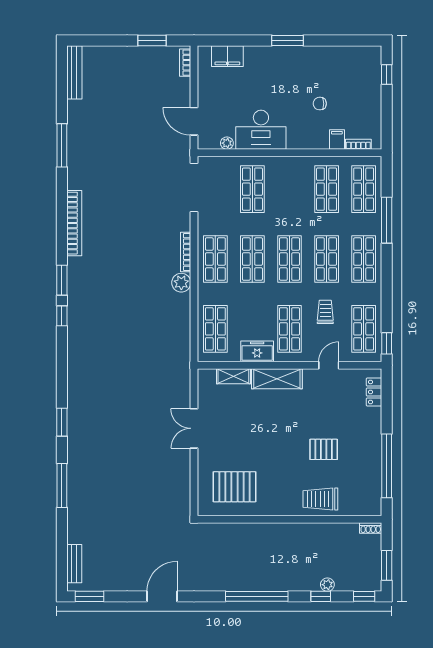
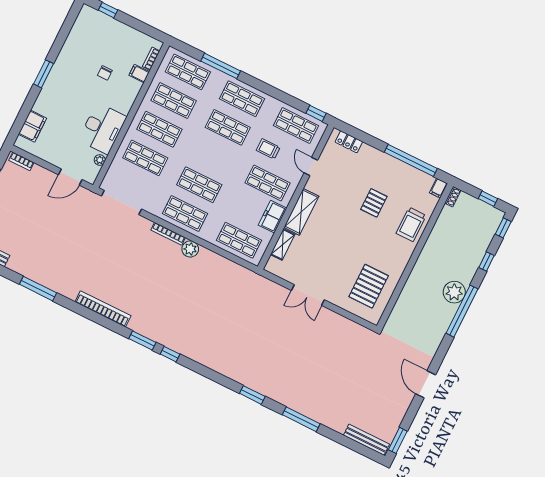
shop shelf: (289, 259) -> (159, 129), moved
filing cabinet: (372, 509) -> (439, 188), added
bench: (74, 564) -> (366, 440), width x1.36
window: (387, 565) -> (488, 199), width x0.67
plant: (327, 585) -> (454, 292), moved, width x1.87, depth x1.87

